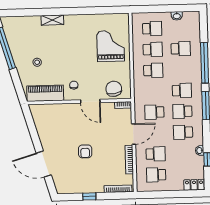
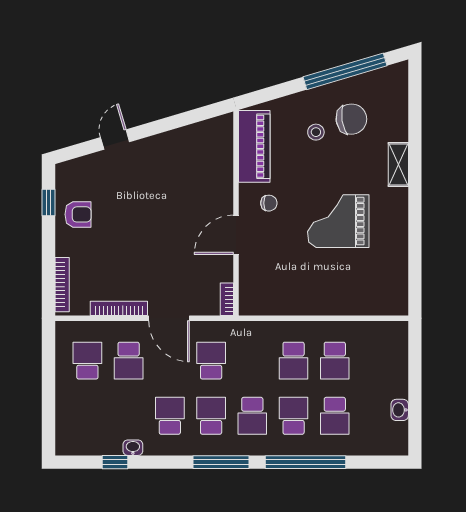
school desk: (152, 29) -> (294, 416), moved, turned 180
grand piano: (111, 46) -> (338, 221), moved, turned 180
chair: (114, 89) -> (351, 119), moved
armchair: (85, 151) -> (78, 214), moved, turned 180
door: (44, 164) -> (115, 140), width x0.53
locker: (194, 185) -> (66, 435), removed
window: (89, 196) -> (49, 203), moved

